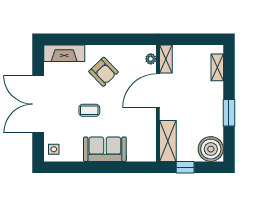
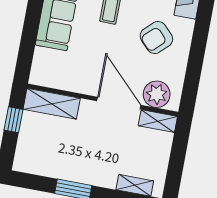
plant: (151, 59) -> (157, 94), width x1.88, depth x1.88
boiler: (211, 149) -> (31, 157), removed

